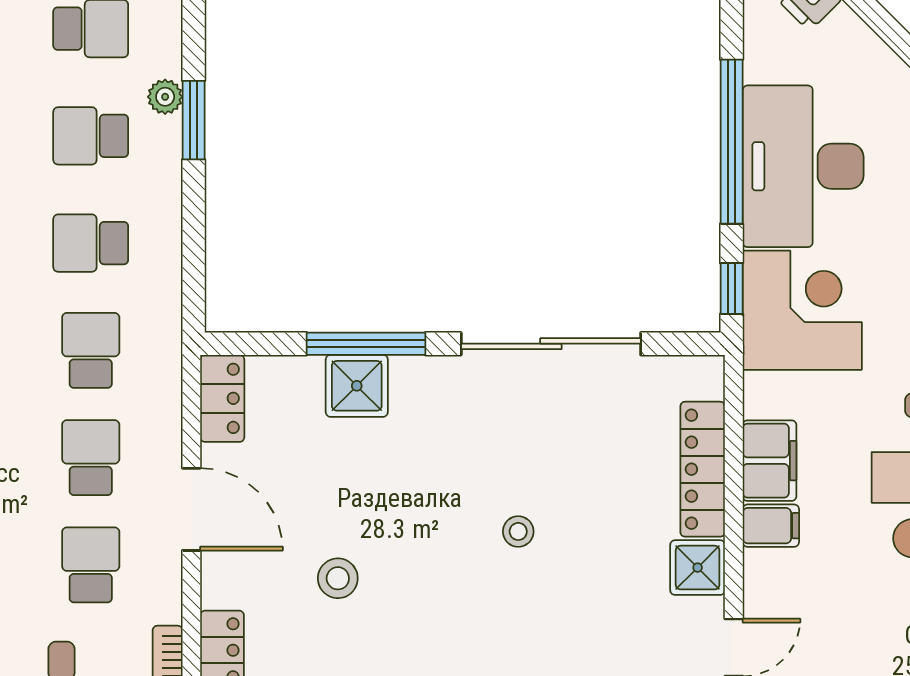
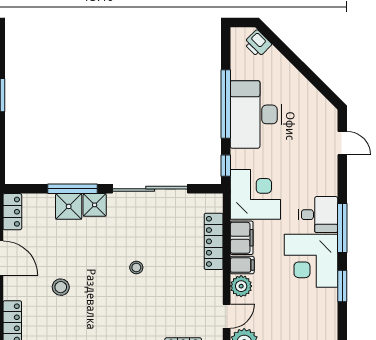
corner desk: (802, 310) -> (255, 194), moved
shower: (698, 568) -> (95, 205), moved
plant: (768, 576) -> (241, 286), added

